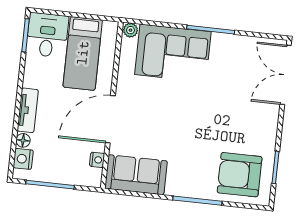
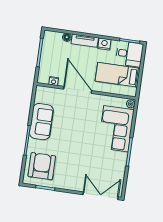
nightstand: (23, 159) -> (104, 44), moved
sofa: (136, 175) -> (41, 122), moved

